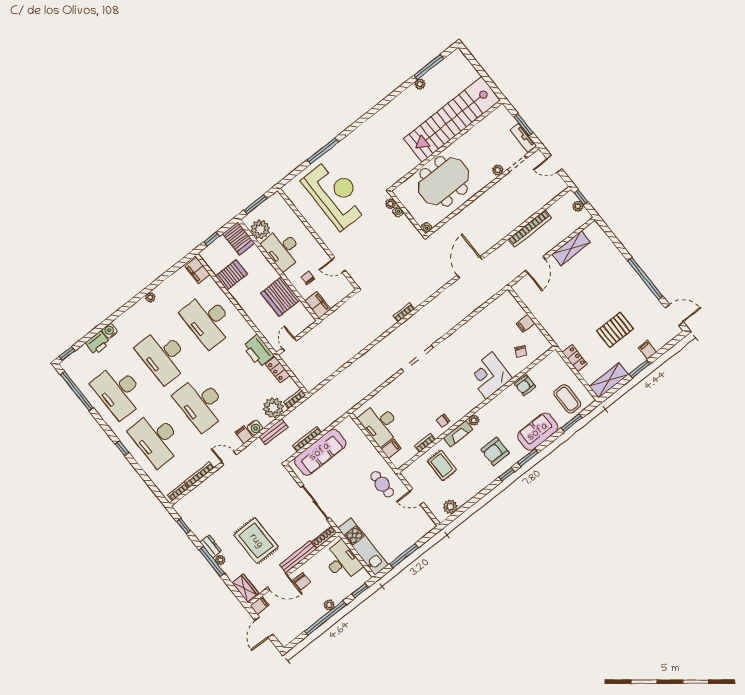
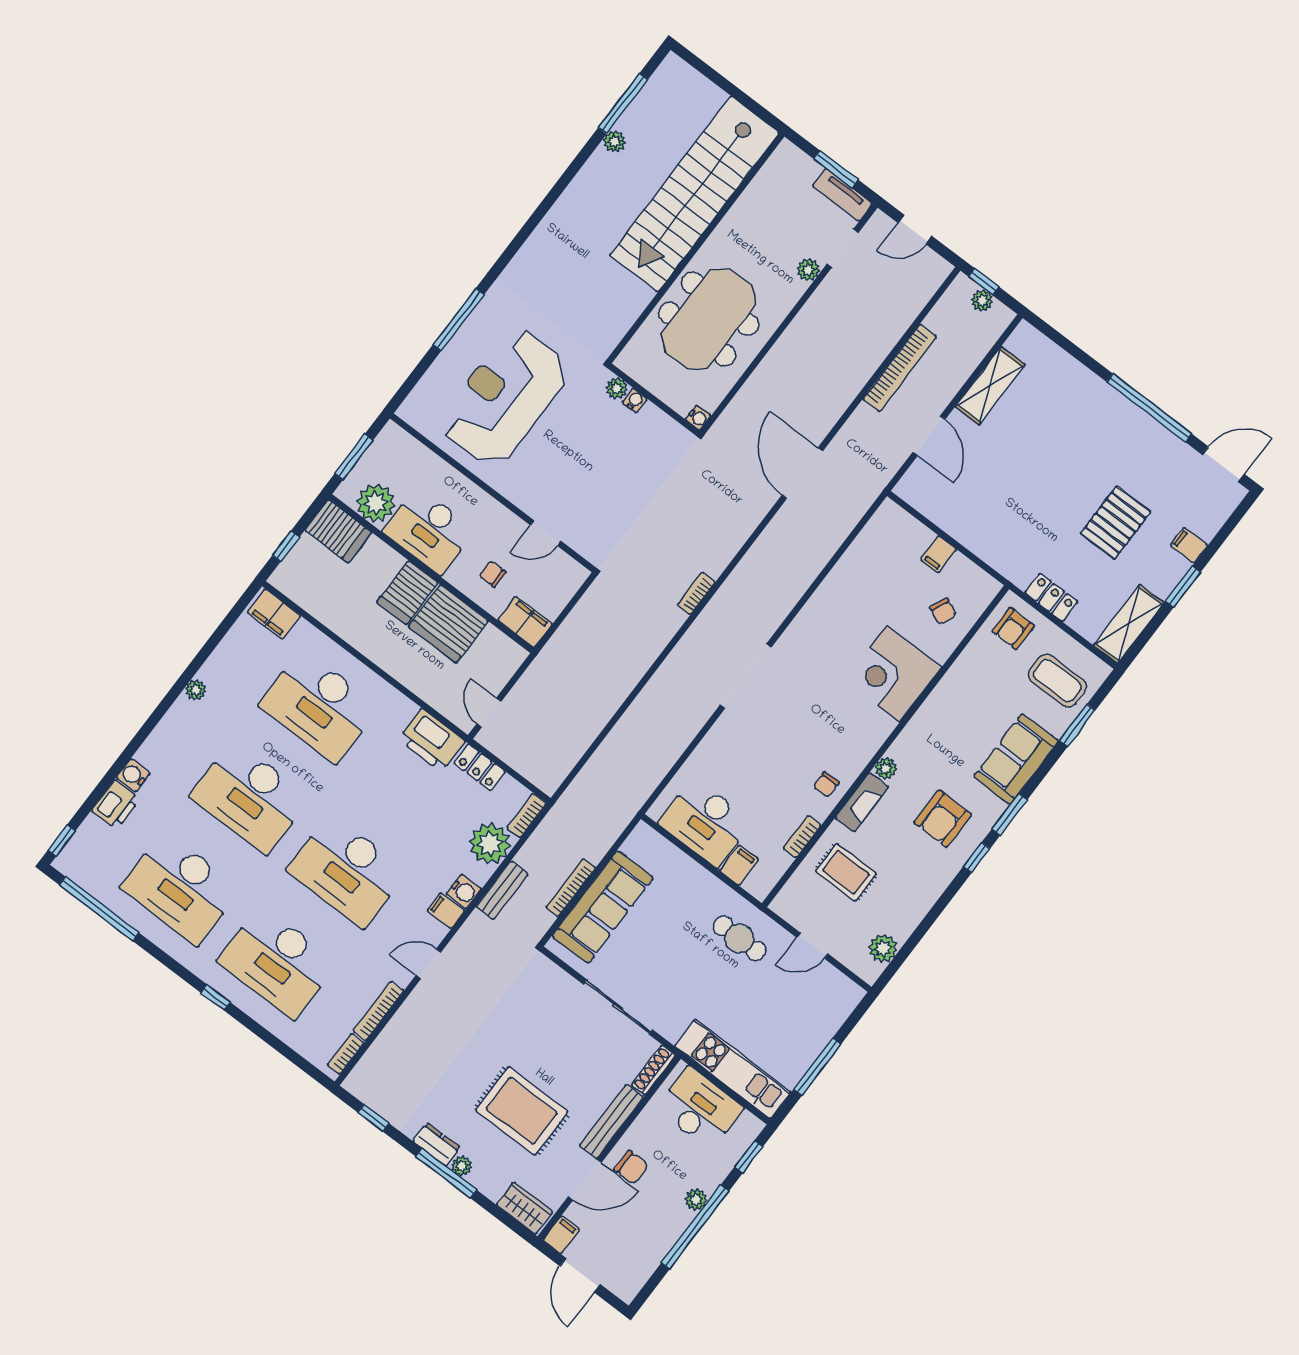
reception desk: (335, 194) -> (505, 397), turned -90
server rack: (231, 275) -> (408, 593), moved, turned 180
armchair: (525, 385) -> (1013, 629), moved

